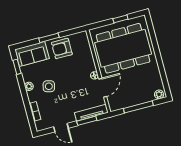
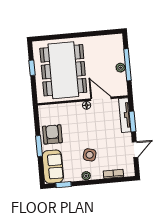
armchair: (62, 48) -> (52, 134), turned 180
plant: (159, 94) -> (121, 68), moved

